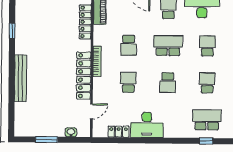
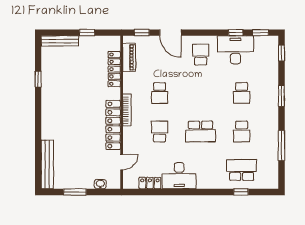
school desk: (168, 46) -> (201, 93), removed
school desk: (207, 46) -> (242, 93), turned 180
bench: (20, 78) -> (47, 164), moved
school desk: (168, 83) -> (201, 131), width x1.85
school desk: (207, 83) -> (242, 131), turned 180

